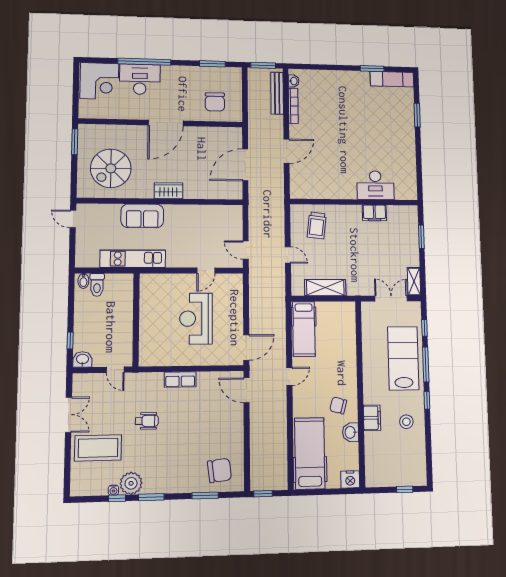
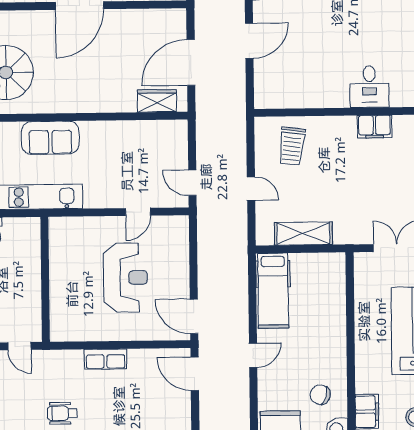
desk: (375, 185) -> (369, 87), width x0.73
wardrobe: (168, 191) -> (157, 101), moved
reception desk: (196, 319) -> (125, 278), turned 180
door: (246, 347) -> (194, 316), swing flipped
wheelchair: (147, 421) -> (62, 413), turned 180

